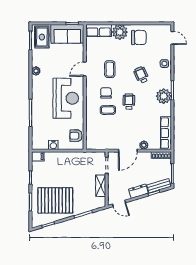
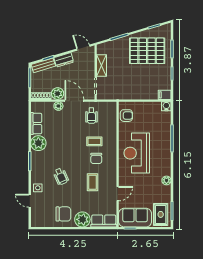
chair: (139, 38) -> (63, 214), turned 180
door: (172, 38) -> (30, 201), moved
door: (85, 69) -> (118, 194), moved
plant: (164, 96) -> (38, 143), moved
wheelchair: (129, 102) -> (91, 116), moved
row of seats: (166, 133) -> (36, 124), width x0.68
water cooler: (53, 145) -> (166, 106), moved
door: (128, 151) -> (74, 101), hinge flipped
plant: (145, 158) -> (58, 94), added

